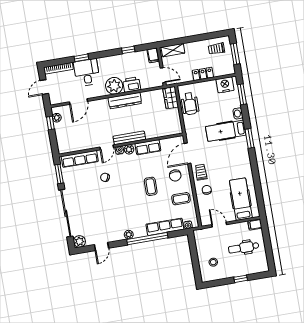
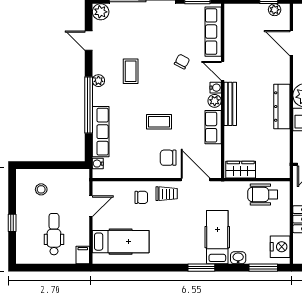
wardrobe: (171, 98) -> (241, 170), moved
coffee table: (181, 199) -> (131, 71), moved

